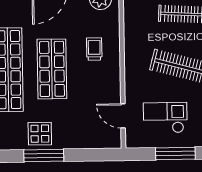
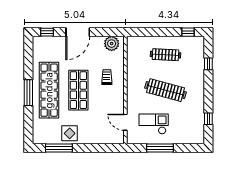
window: (44, 156) -> (59, 148), moved

